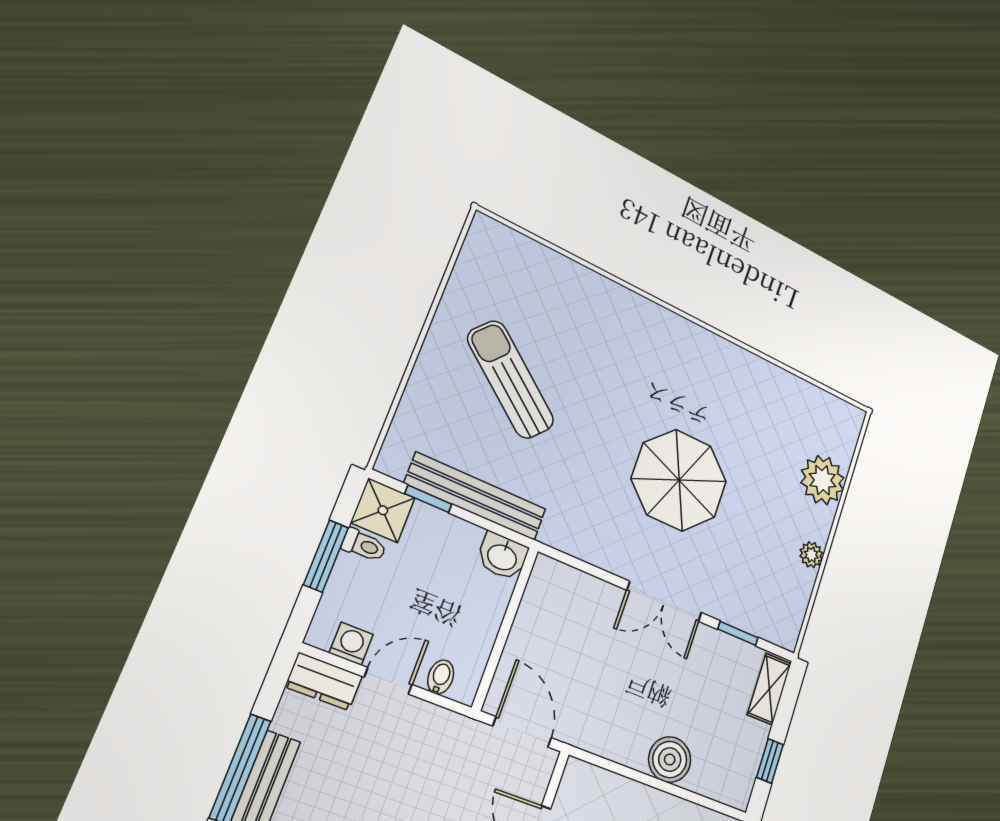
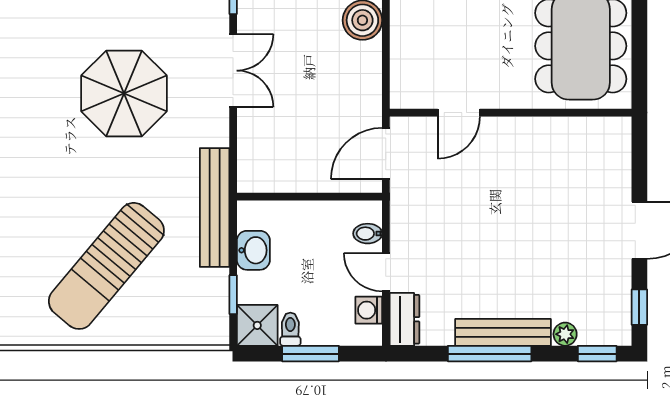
sun lounger: (511, 380) -> (106, 266), width x1.36, depth x1.34
bench: (476, 496) -> (215, 207), moved
washbasin: (502, 556) -> (253, 250), moved

